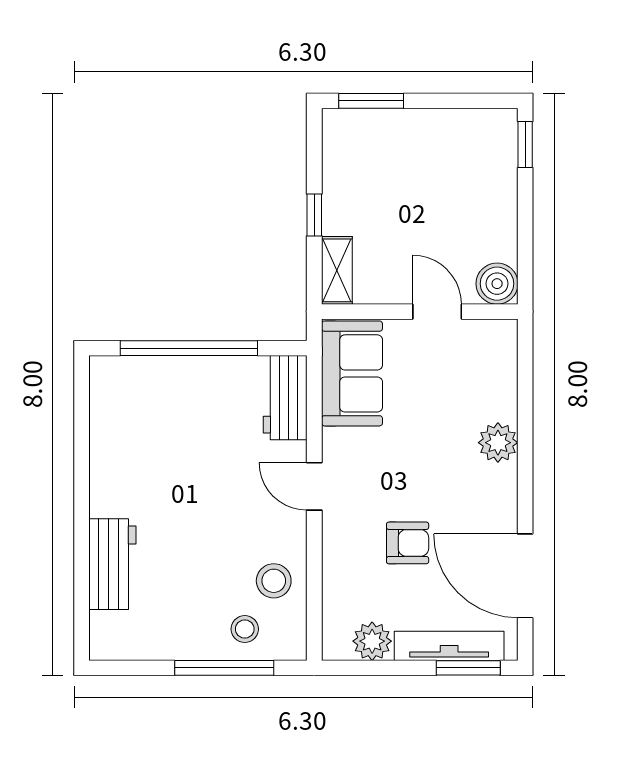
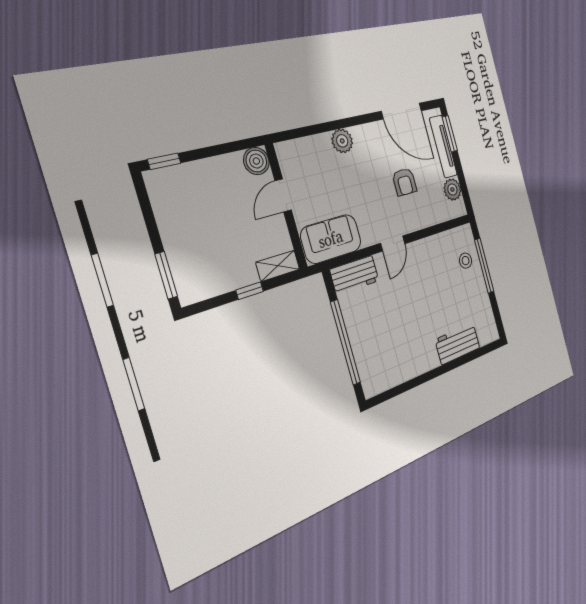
armchair: (408, 543) -> (404, 182), turned 180
door: (525, 576) -> (402, 111), hinge flipped
stool: (274, 581) -> (441, 252), removed

